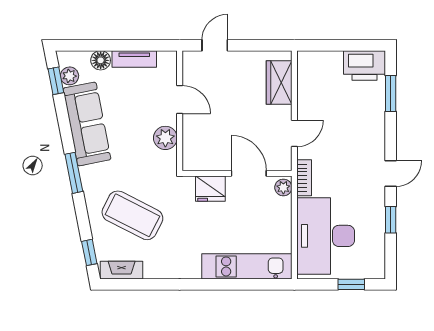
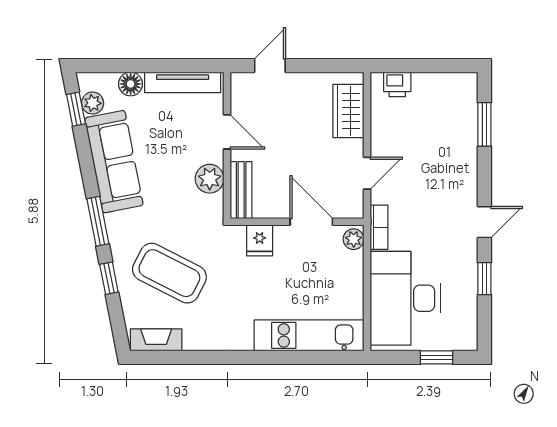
tv unit: (134, 59) -> (183, 82), width x1.41
printer: (365, 65) -> (397, 84), moved, width x0.53, depth x0.68
bench: (191, 147) -> (241, 190), added
fridge: (210, 189) -> (260, 240), width x0.72
window: (89, 252) -> (109, 278), moved

